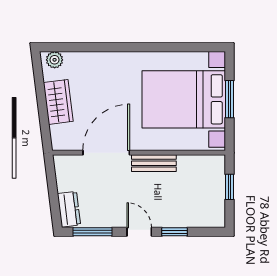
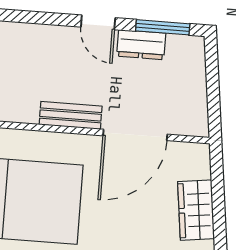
dresser: (69, 209) -> (141, 45), moved, turned -83
window: (174, 232) -> (49, 19), removed

